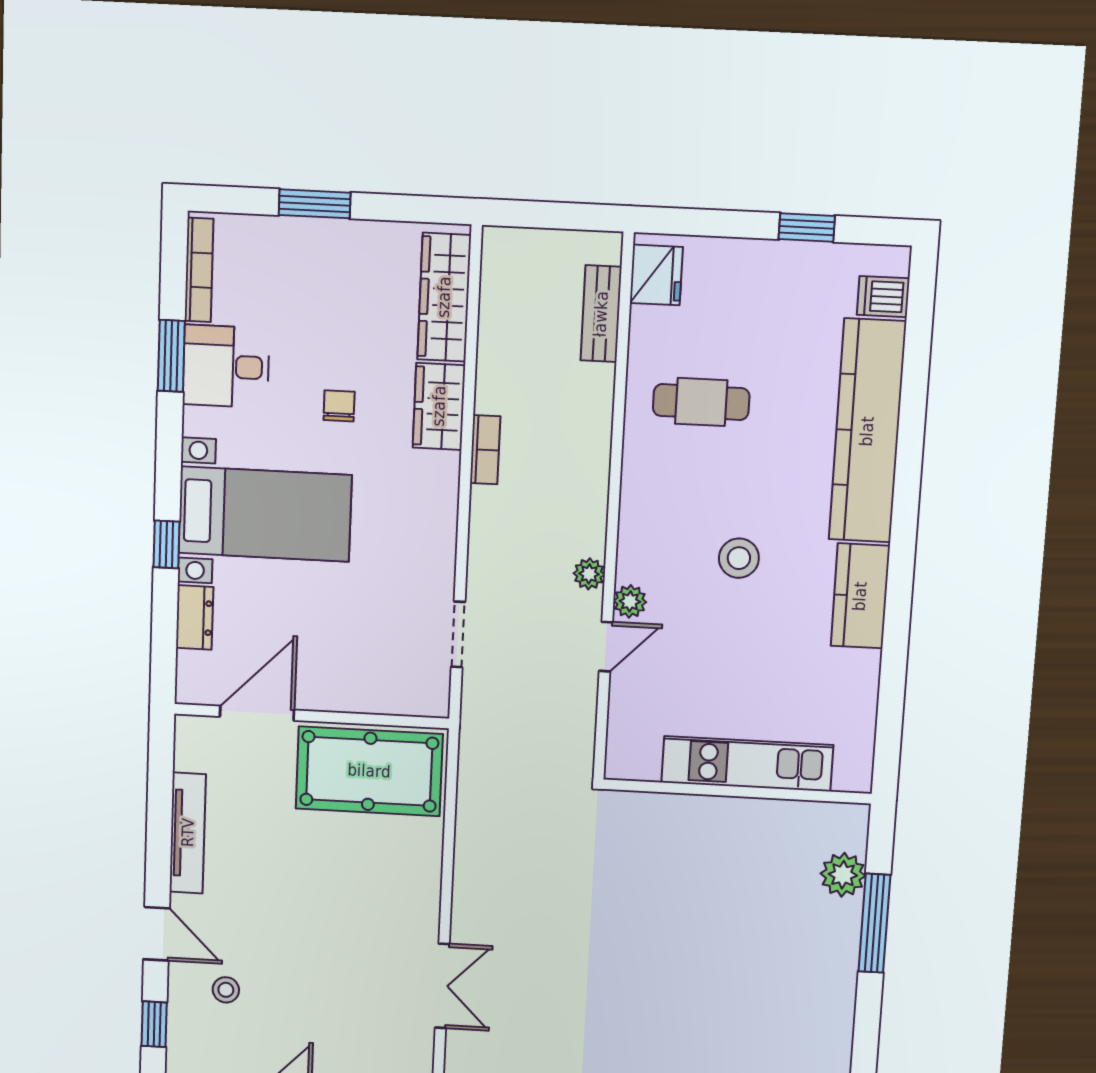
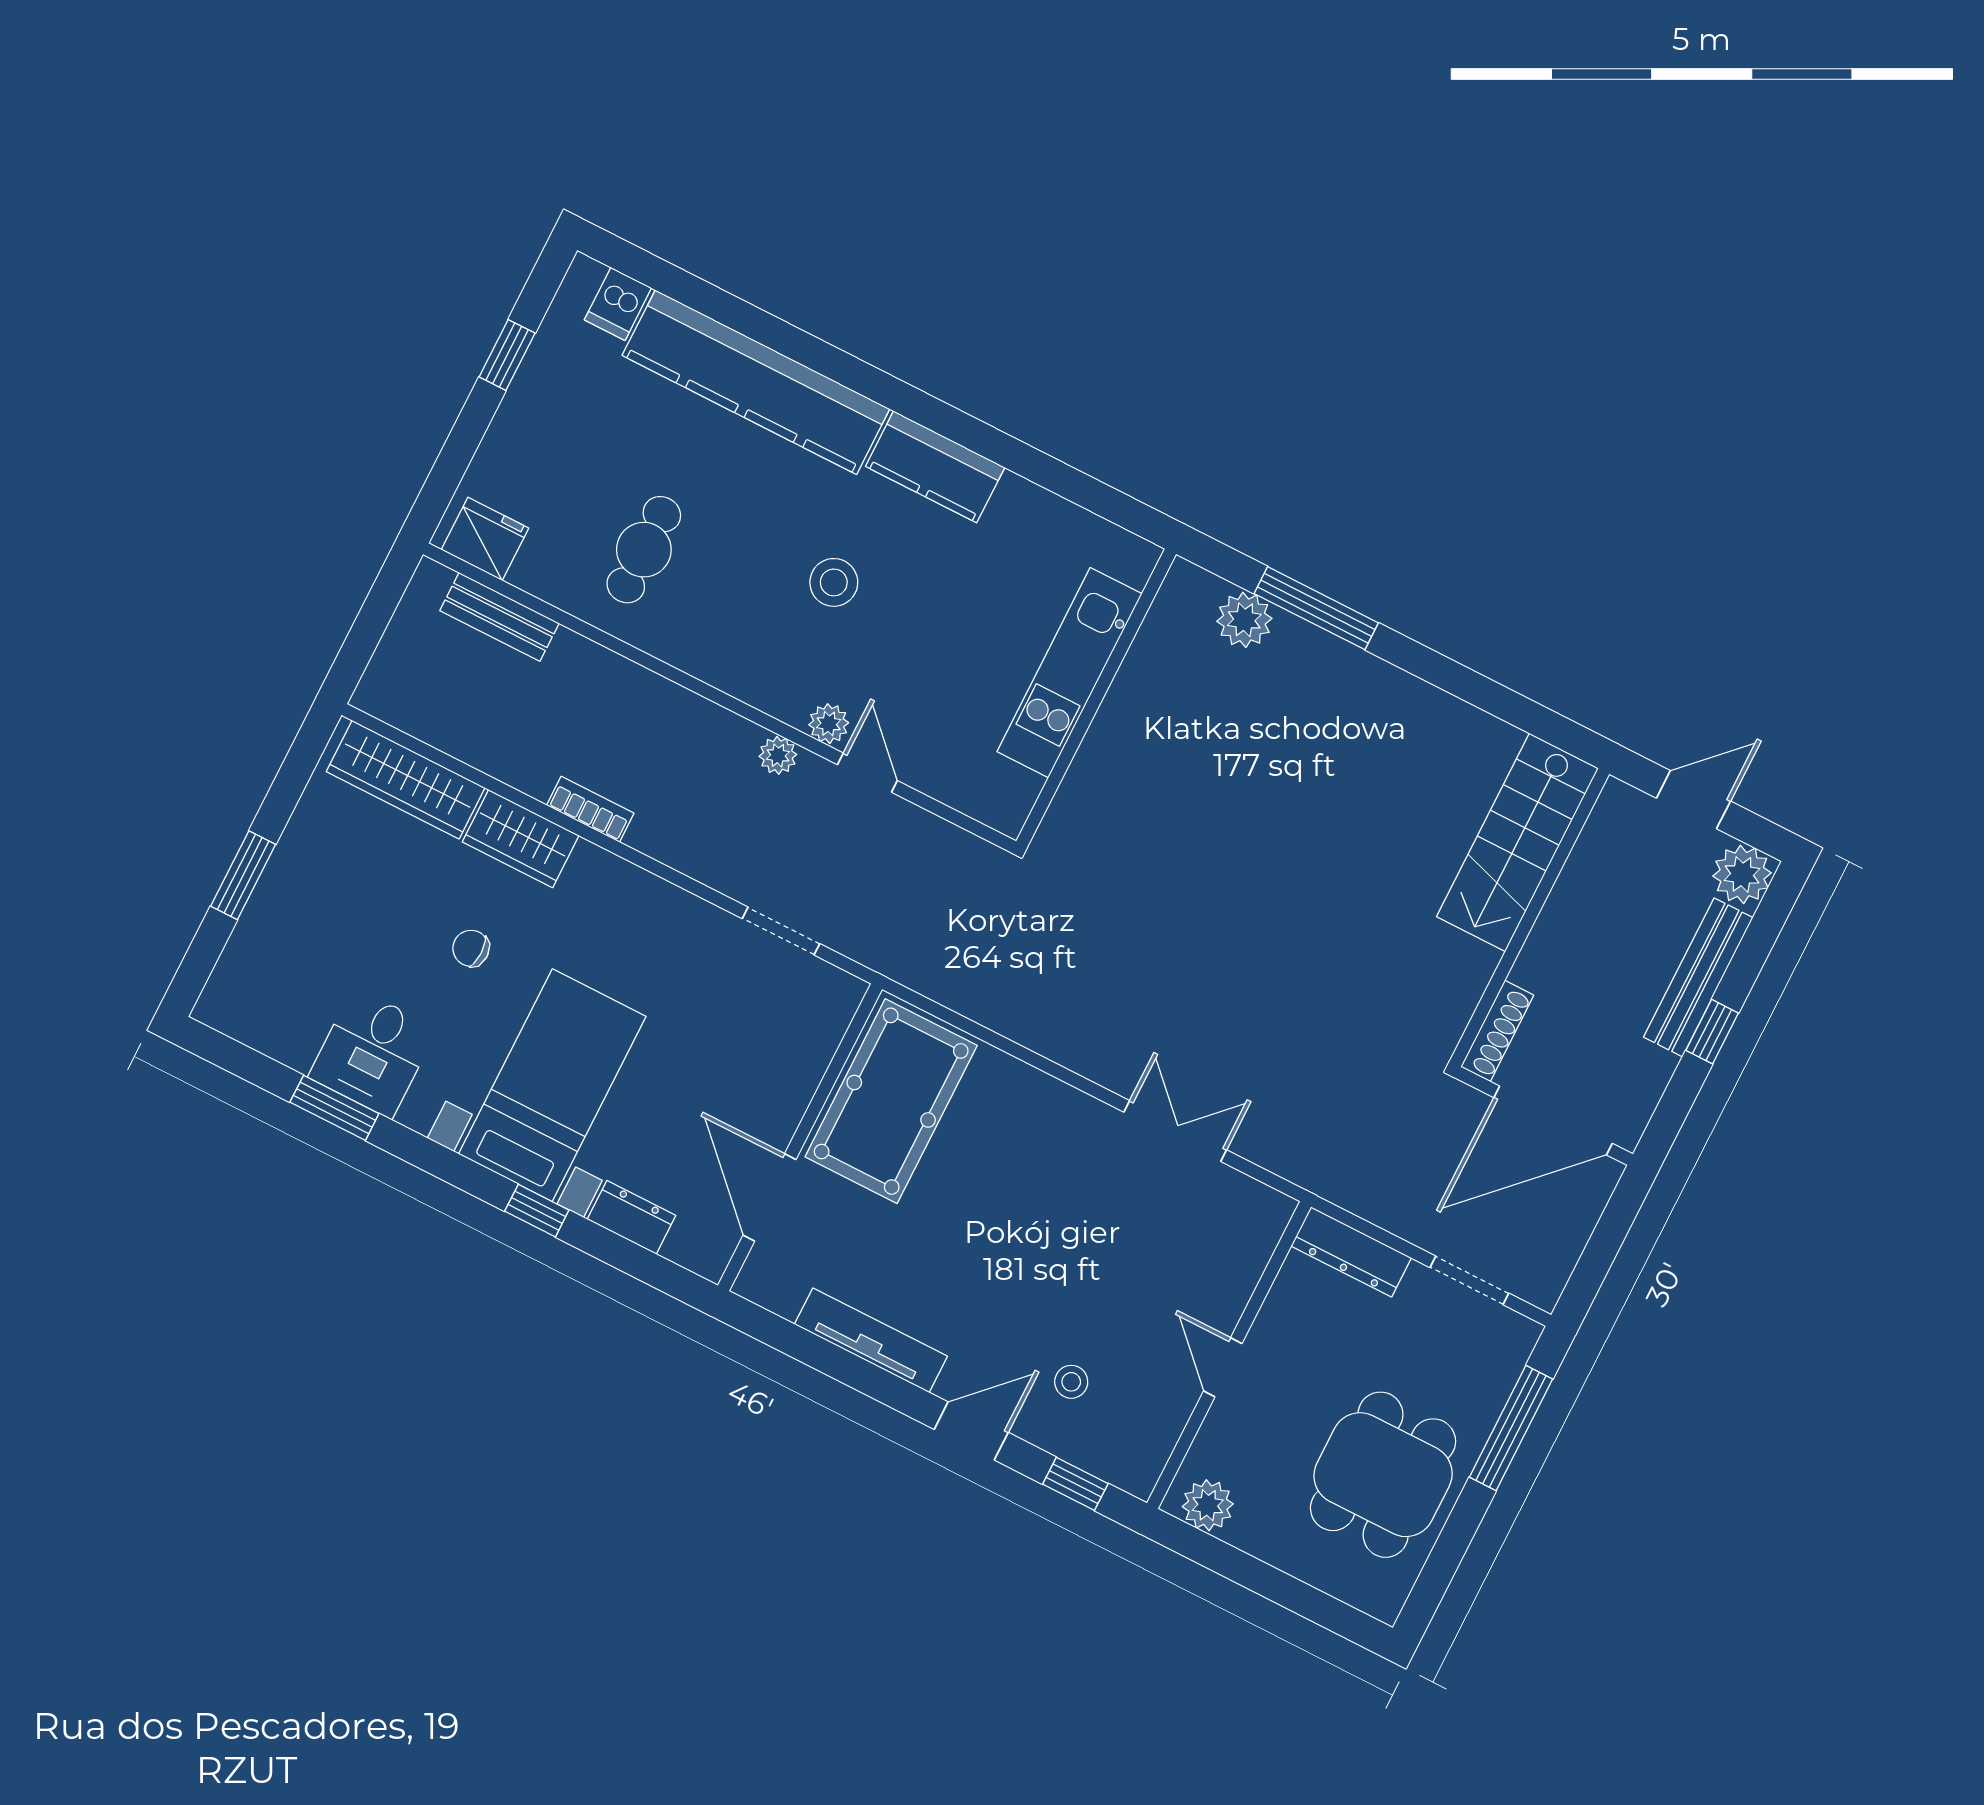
bookcase: (199, 270) -> (256, 1034), removed

